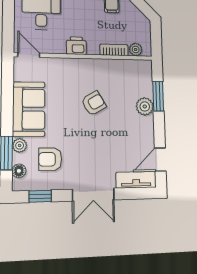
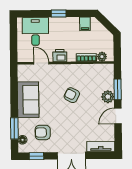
door: (29, 55) -> (41, 63), moved
armchair: (94, 103) -> (72, 95), turned -123
plant: (20, 145) -> (23, 124), removed
door: (160, 160) -> (118, 116), moved

